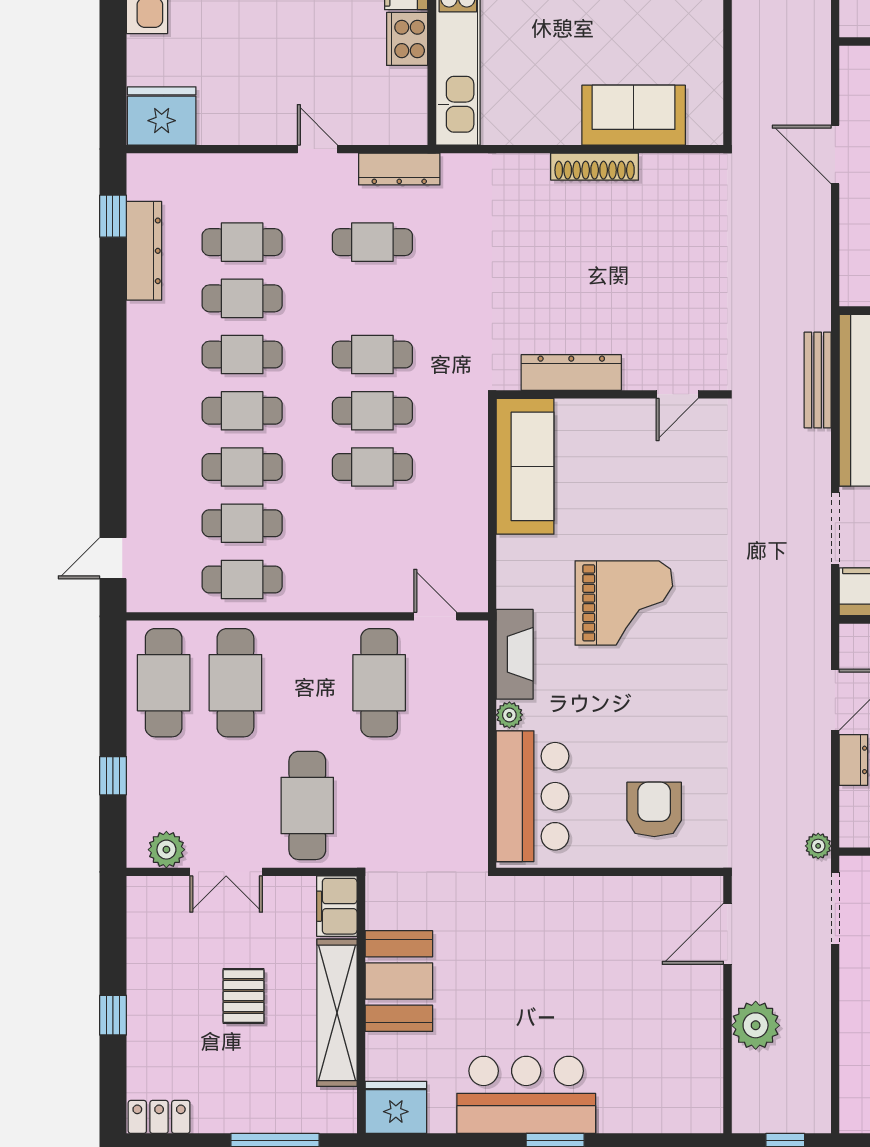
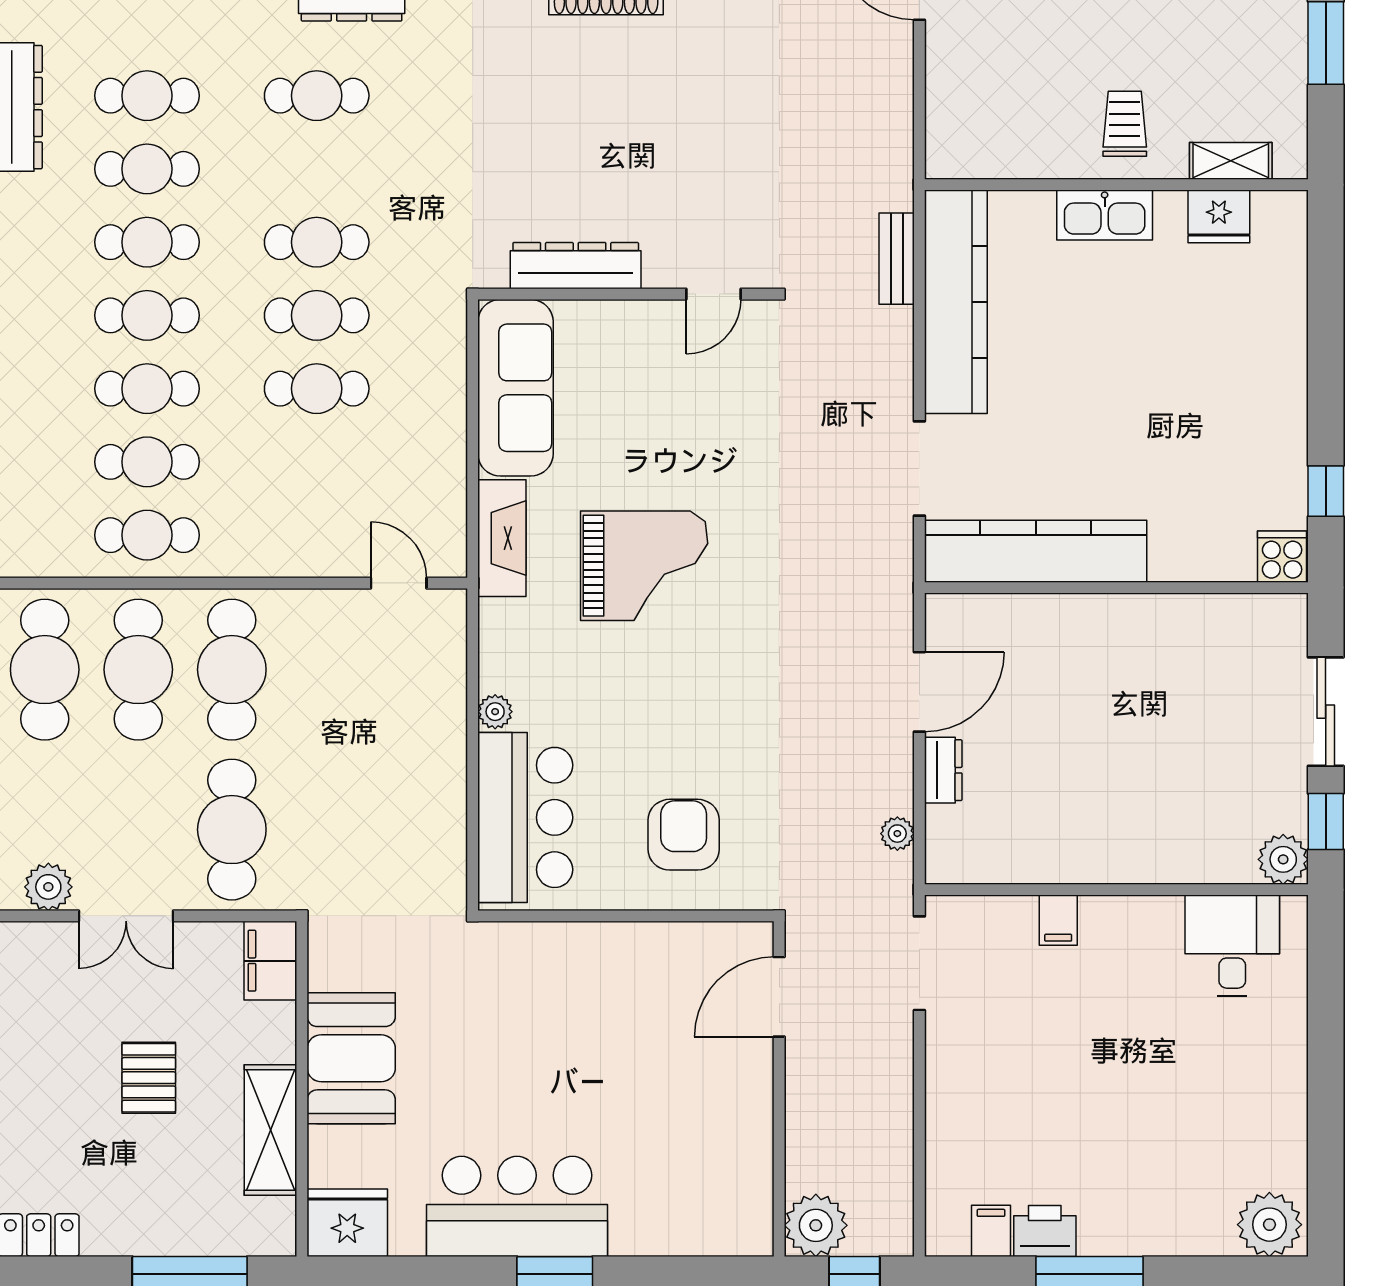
bench: (818, 380) -> (897, 259), width x0.73
fireplace: (515, 654) -> (502, 538), moved
cafe table: (379, 683) -> (232, 670), moved
plant: (818, 846) -> (897, 834), moved
shelving: (337, 1013) -> (270, 1130), width x0.68
plant: (756, 1025) -> (816, 1225), moved

